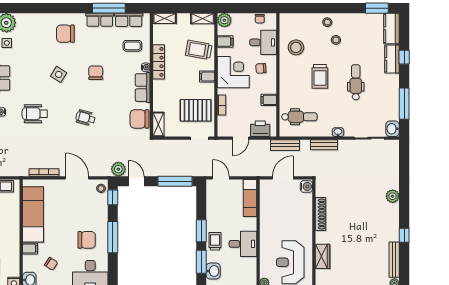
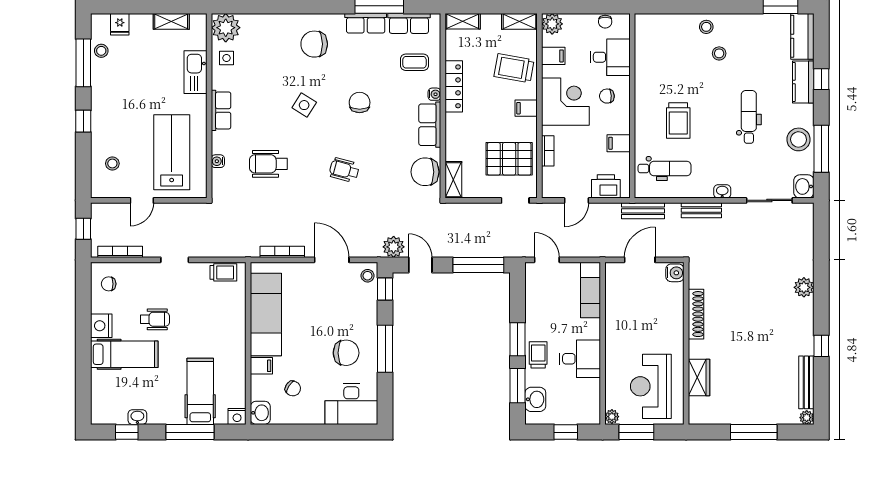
stool: (296, 47) -> (799, 139), moved
trolley: (320, 76) -> (678, 121), moved

